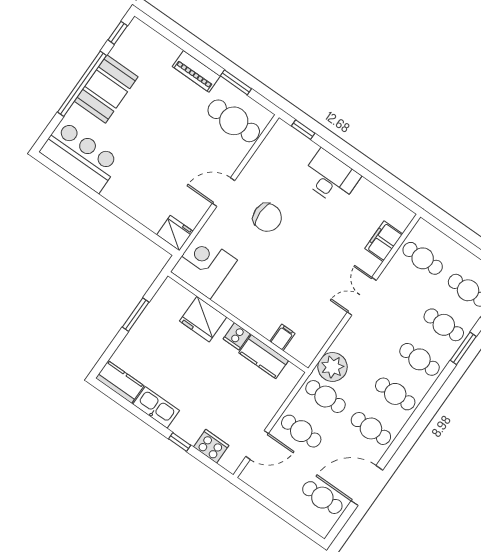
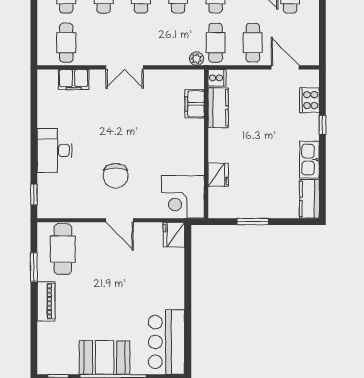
chair: (267, 217) -> (116, 176), turned 180
fridge: (203, 319) -> (218, 175), width x0.73, depth x0.75
cooker: (237, 336) -> (217, 78), moved
filing cabinet: (282, 337) -> (195, 104), width x2.00
plant: (332, 367) -> (197, 59), width x0.53, depth x0.53

